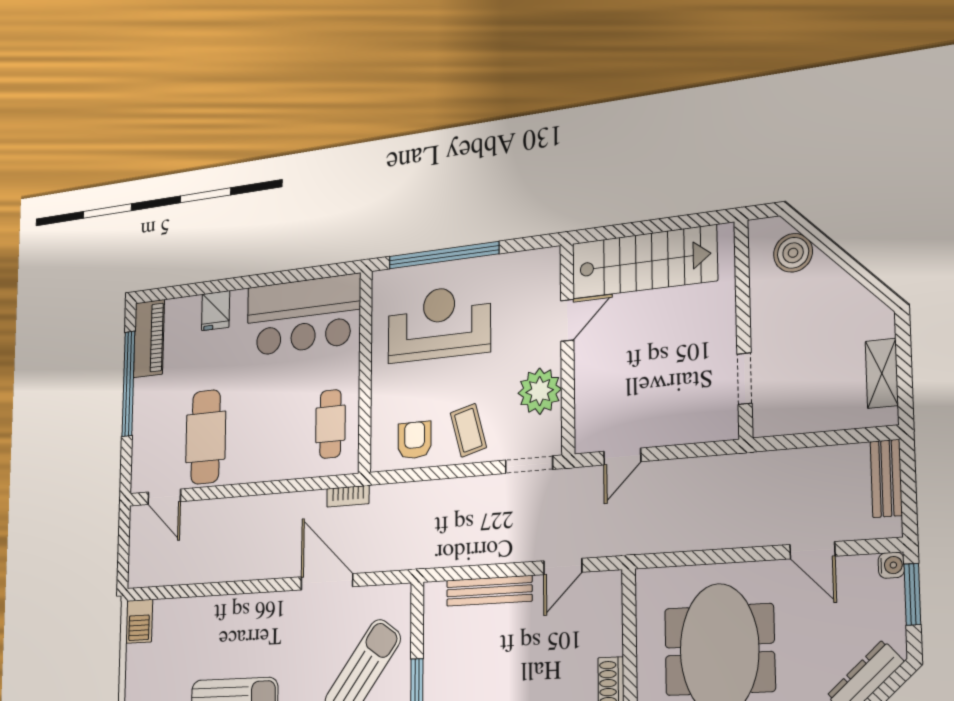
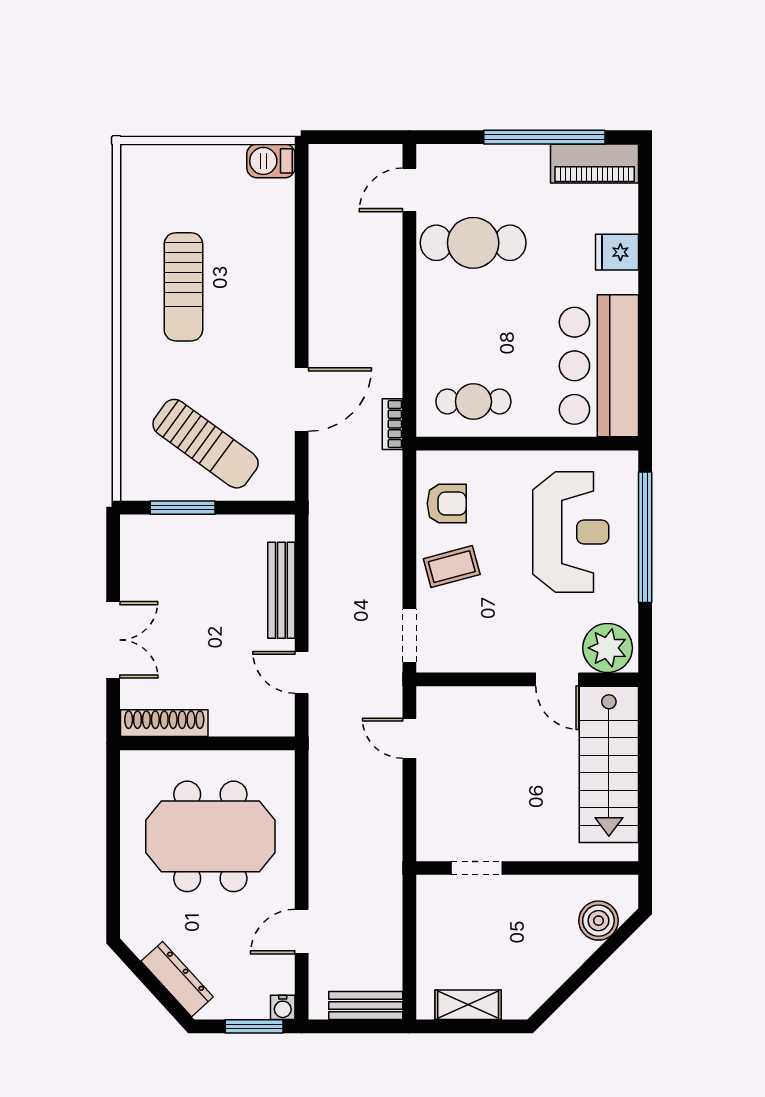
plant: (540, 391) -> (608, 648), moved

